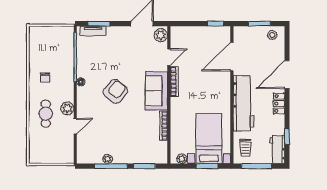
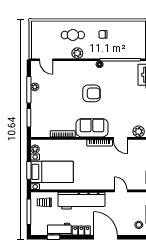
door: (232, 57) -> (121, 191), width x0.53
armchair: (115, 91) -> (91, 93), turned -39
door: (75, 126) -> (46, 60), moved
workbench: (277, 150) -> (59, 229), moved

